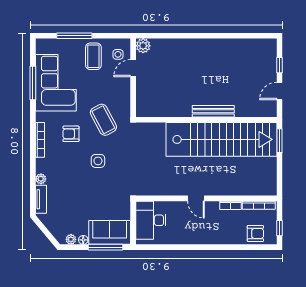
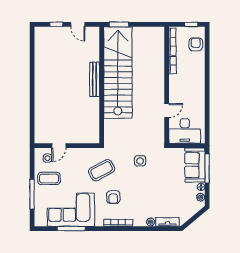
plant: (143, 46) -> (40, 137), removed
door: (133, 68) -> (59, 146), hinge flipped
side table: (98, 161) -> (140, 161), moved
door: (196, 198) -> (167, 111), moved

